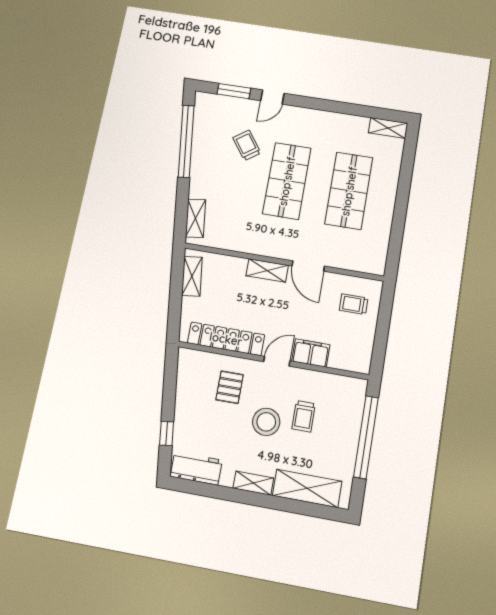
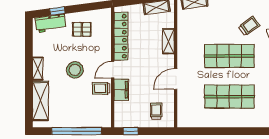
shelving: (267, 270) -> (168, 41), moved
window: (379, 350) -> (130, 131), added
door: (277, 361) -> (113, 70), swing flipped
pallet: (230, 387) -> (82, 29), moved
trolley: (304, 416) -> (101, 88), moved
workbench: (196, 468) -> (51, 23), moved, turned 82

